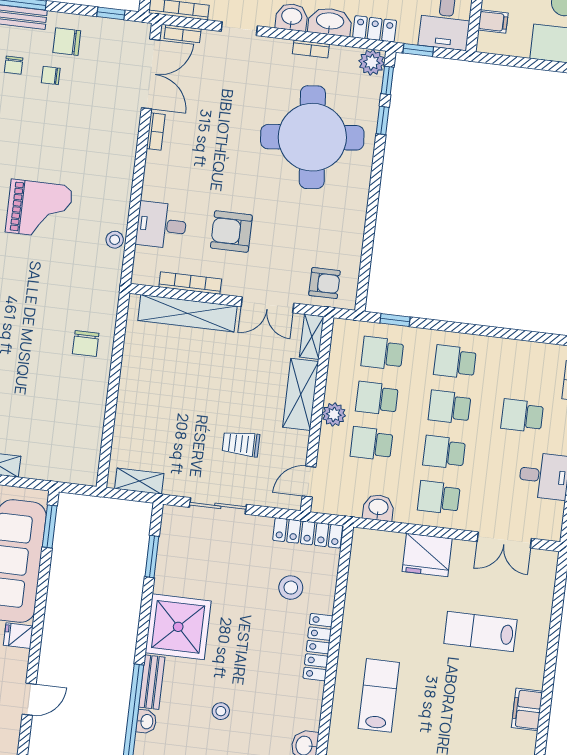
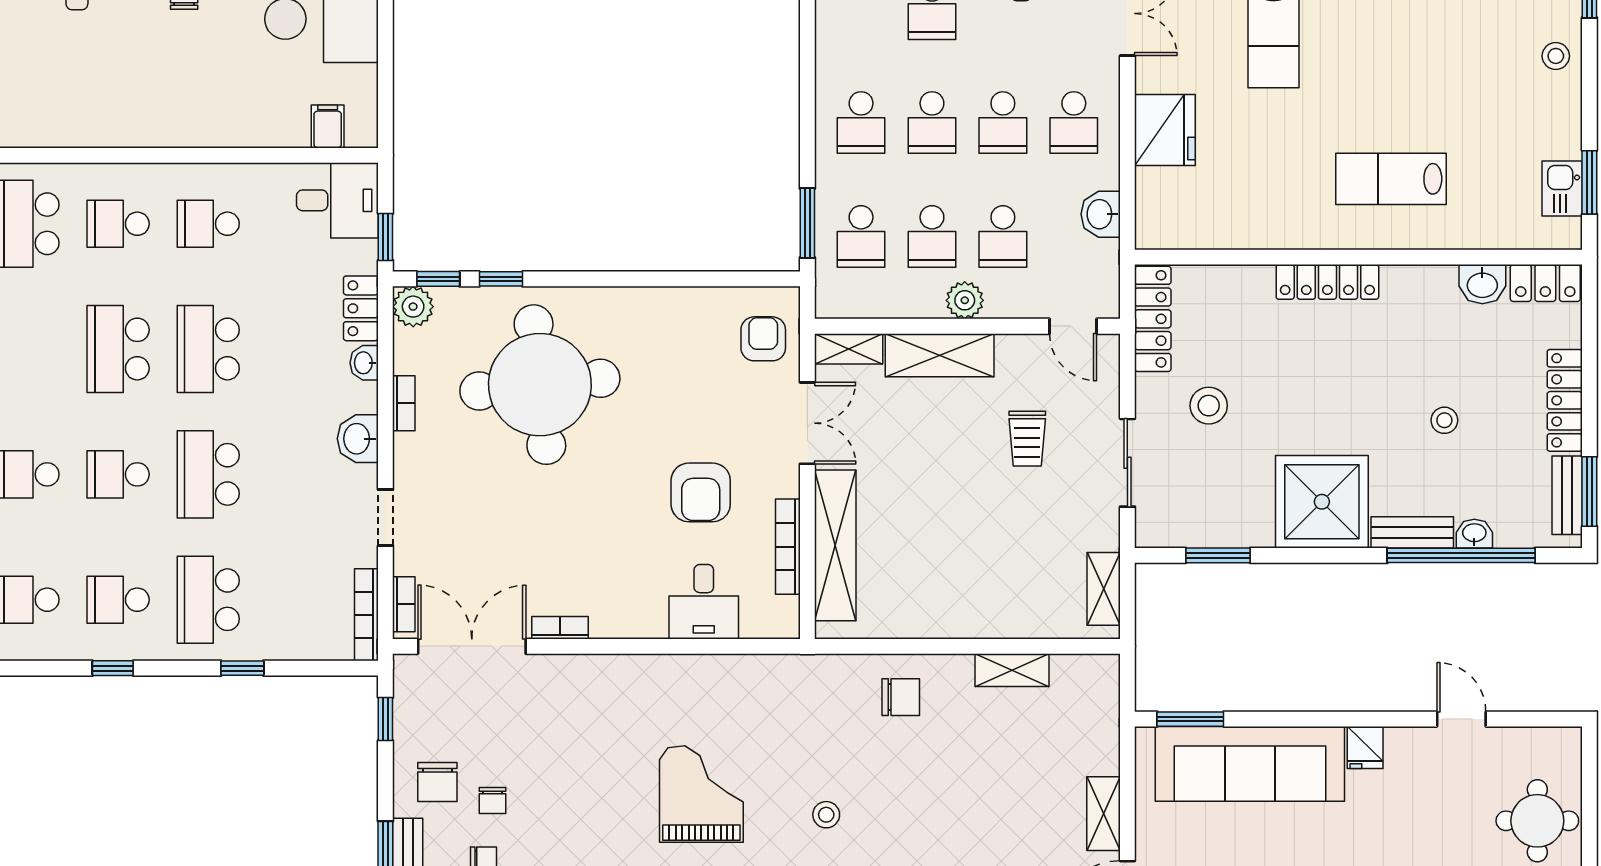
washbasin: (330, 22) -> (364, 363), width x0.52, depth x0.69
stool: (115, 240) -> (826, 815), moved
window: (395, 320) -> (807, 223), width x1.50
shelving: (94, 417) -> (1012, 670), added
stool: (291, 588) -> (1209, 406), moved

